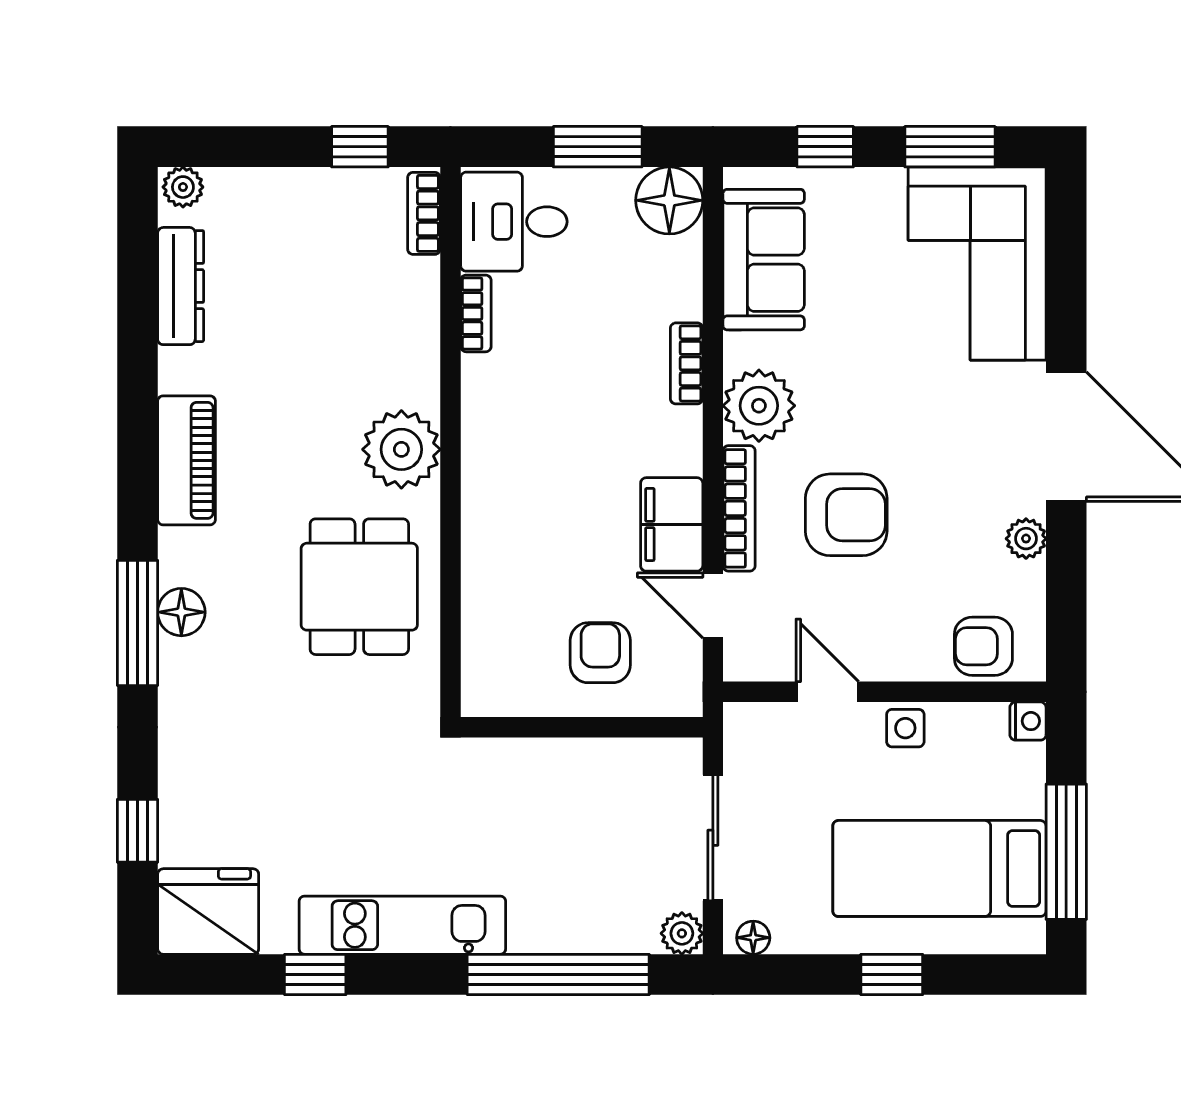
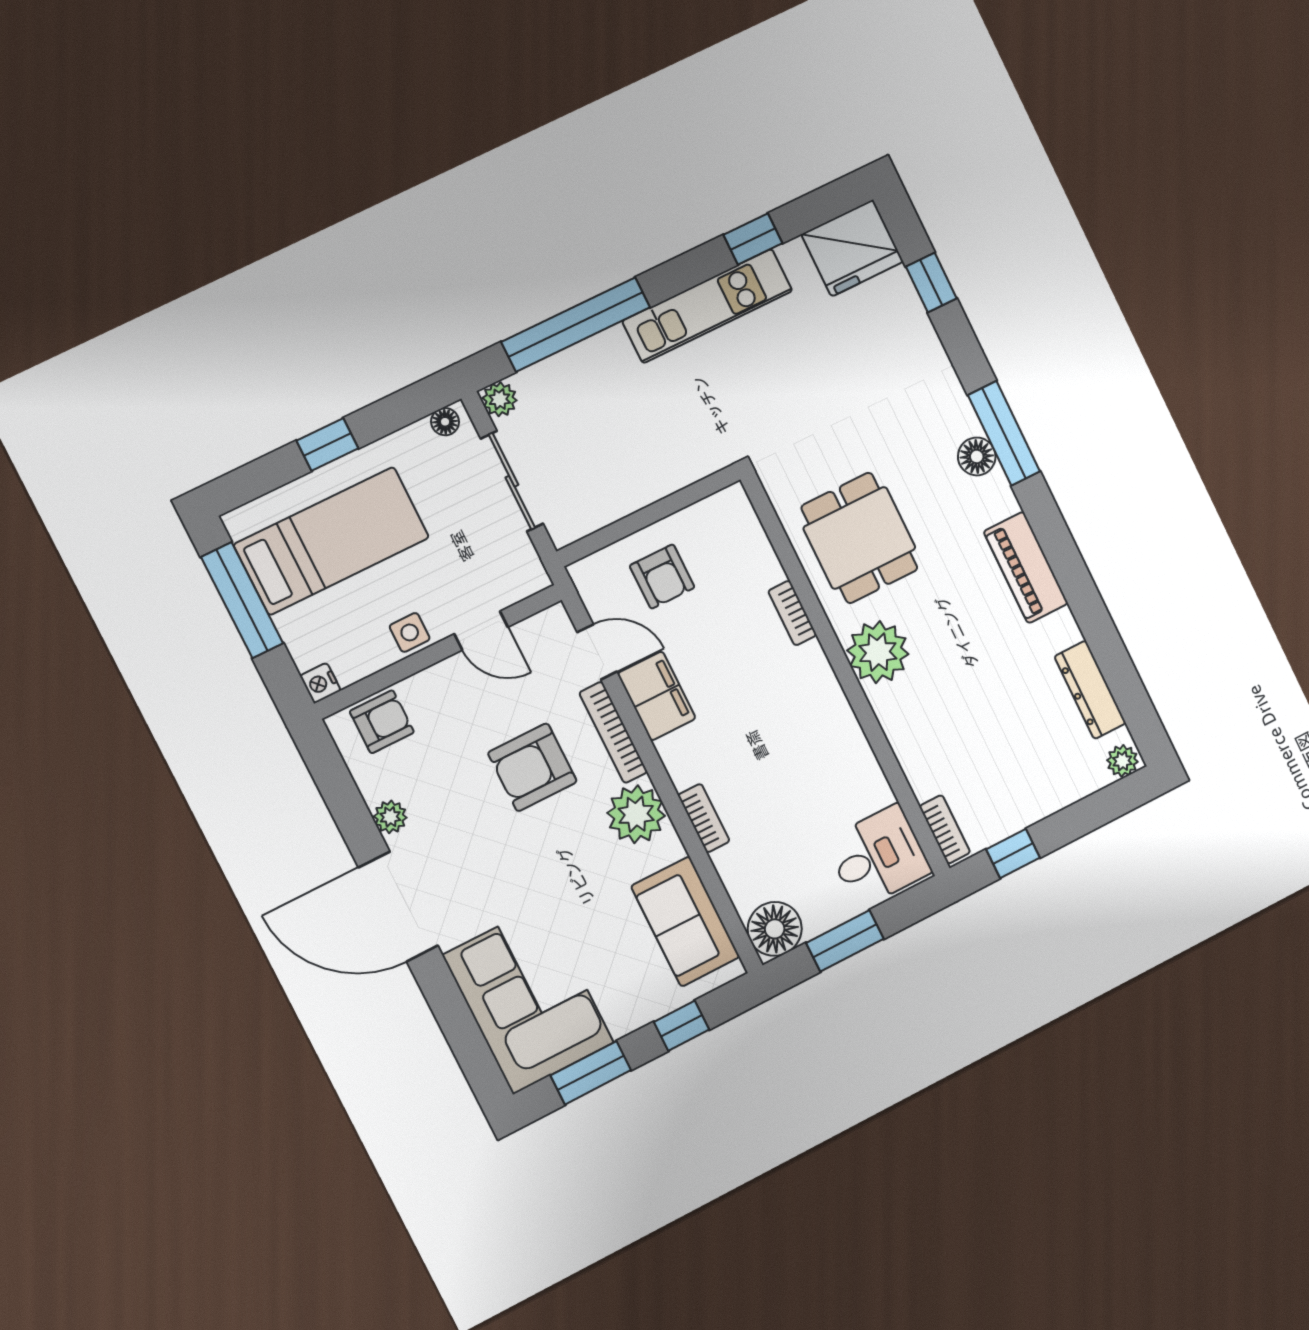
bookcase: (476, 313) -> (792, 613), moved

